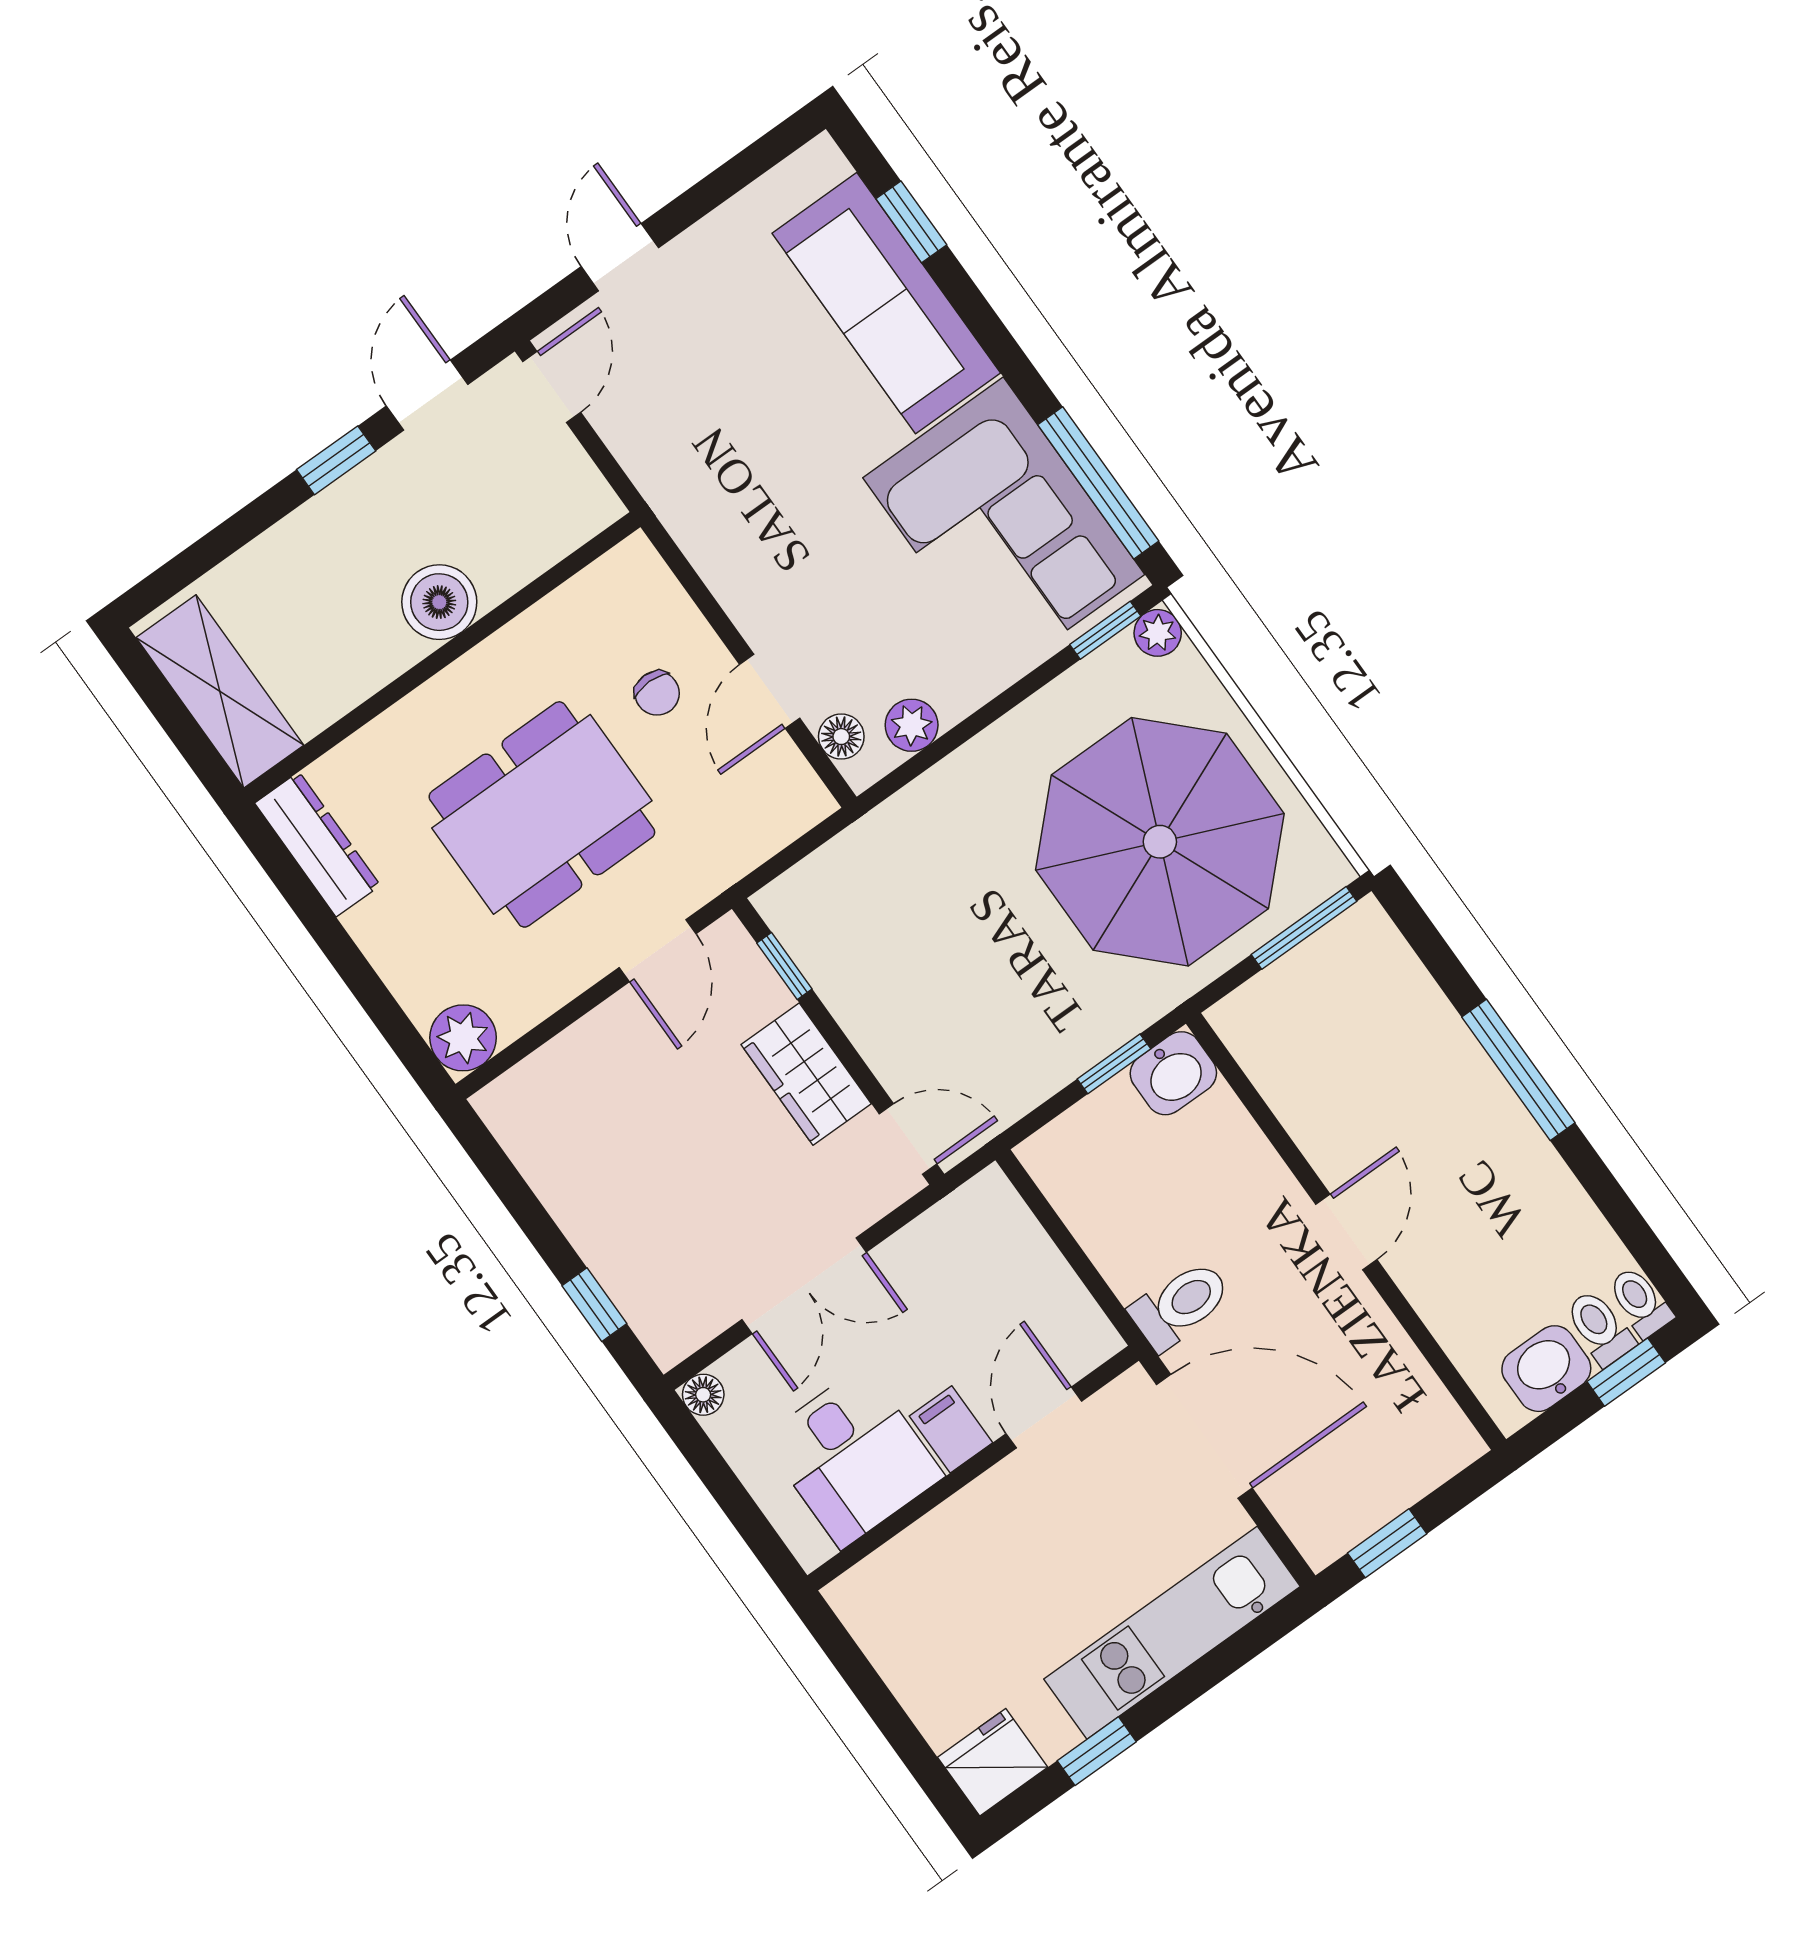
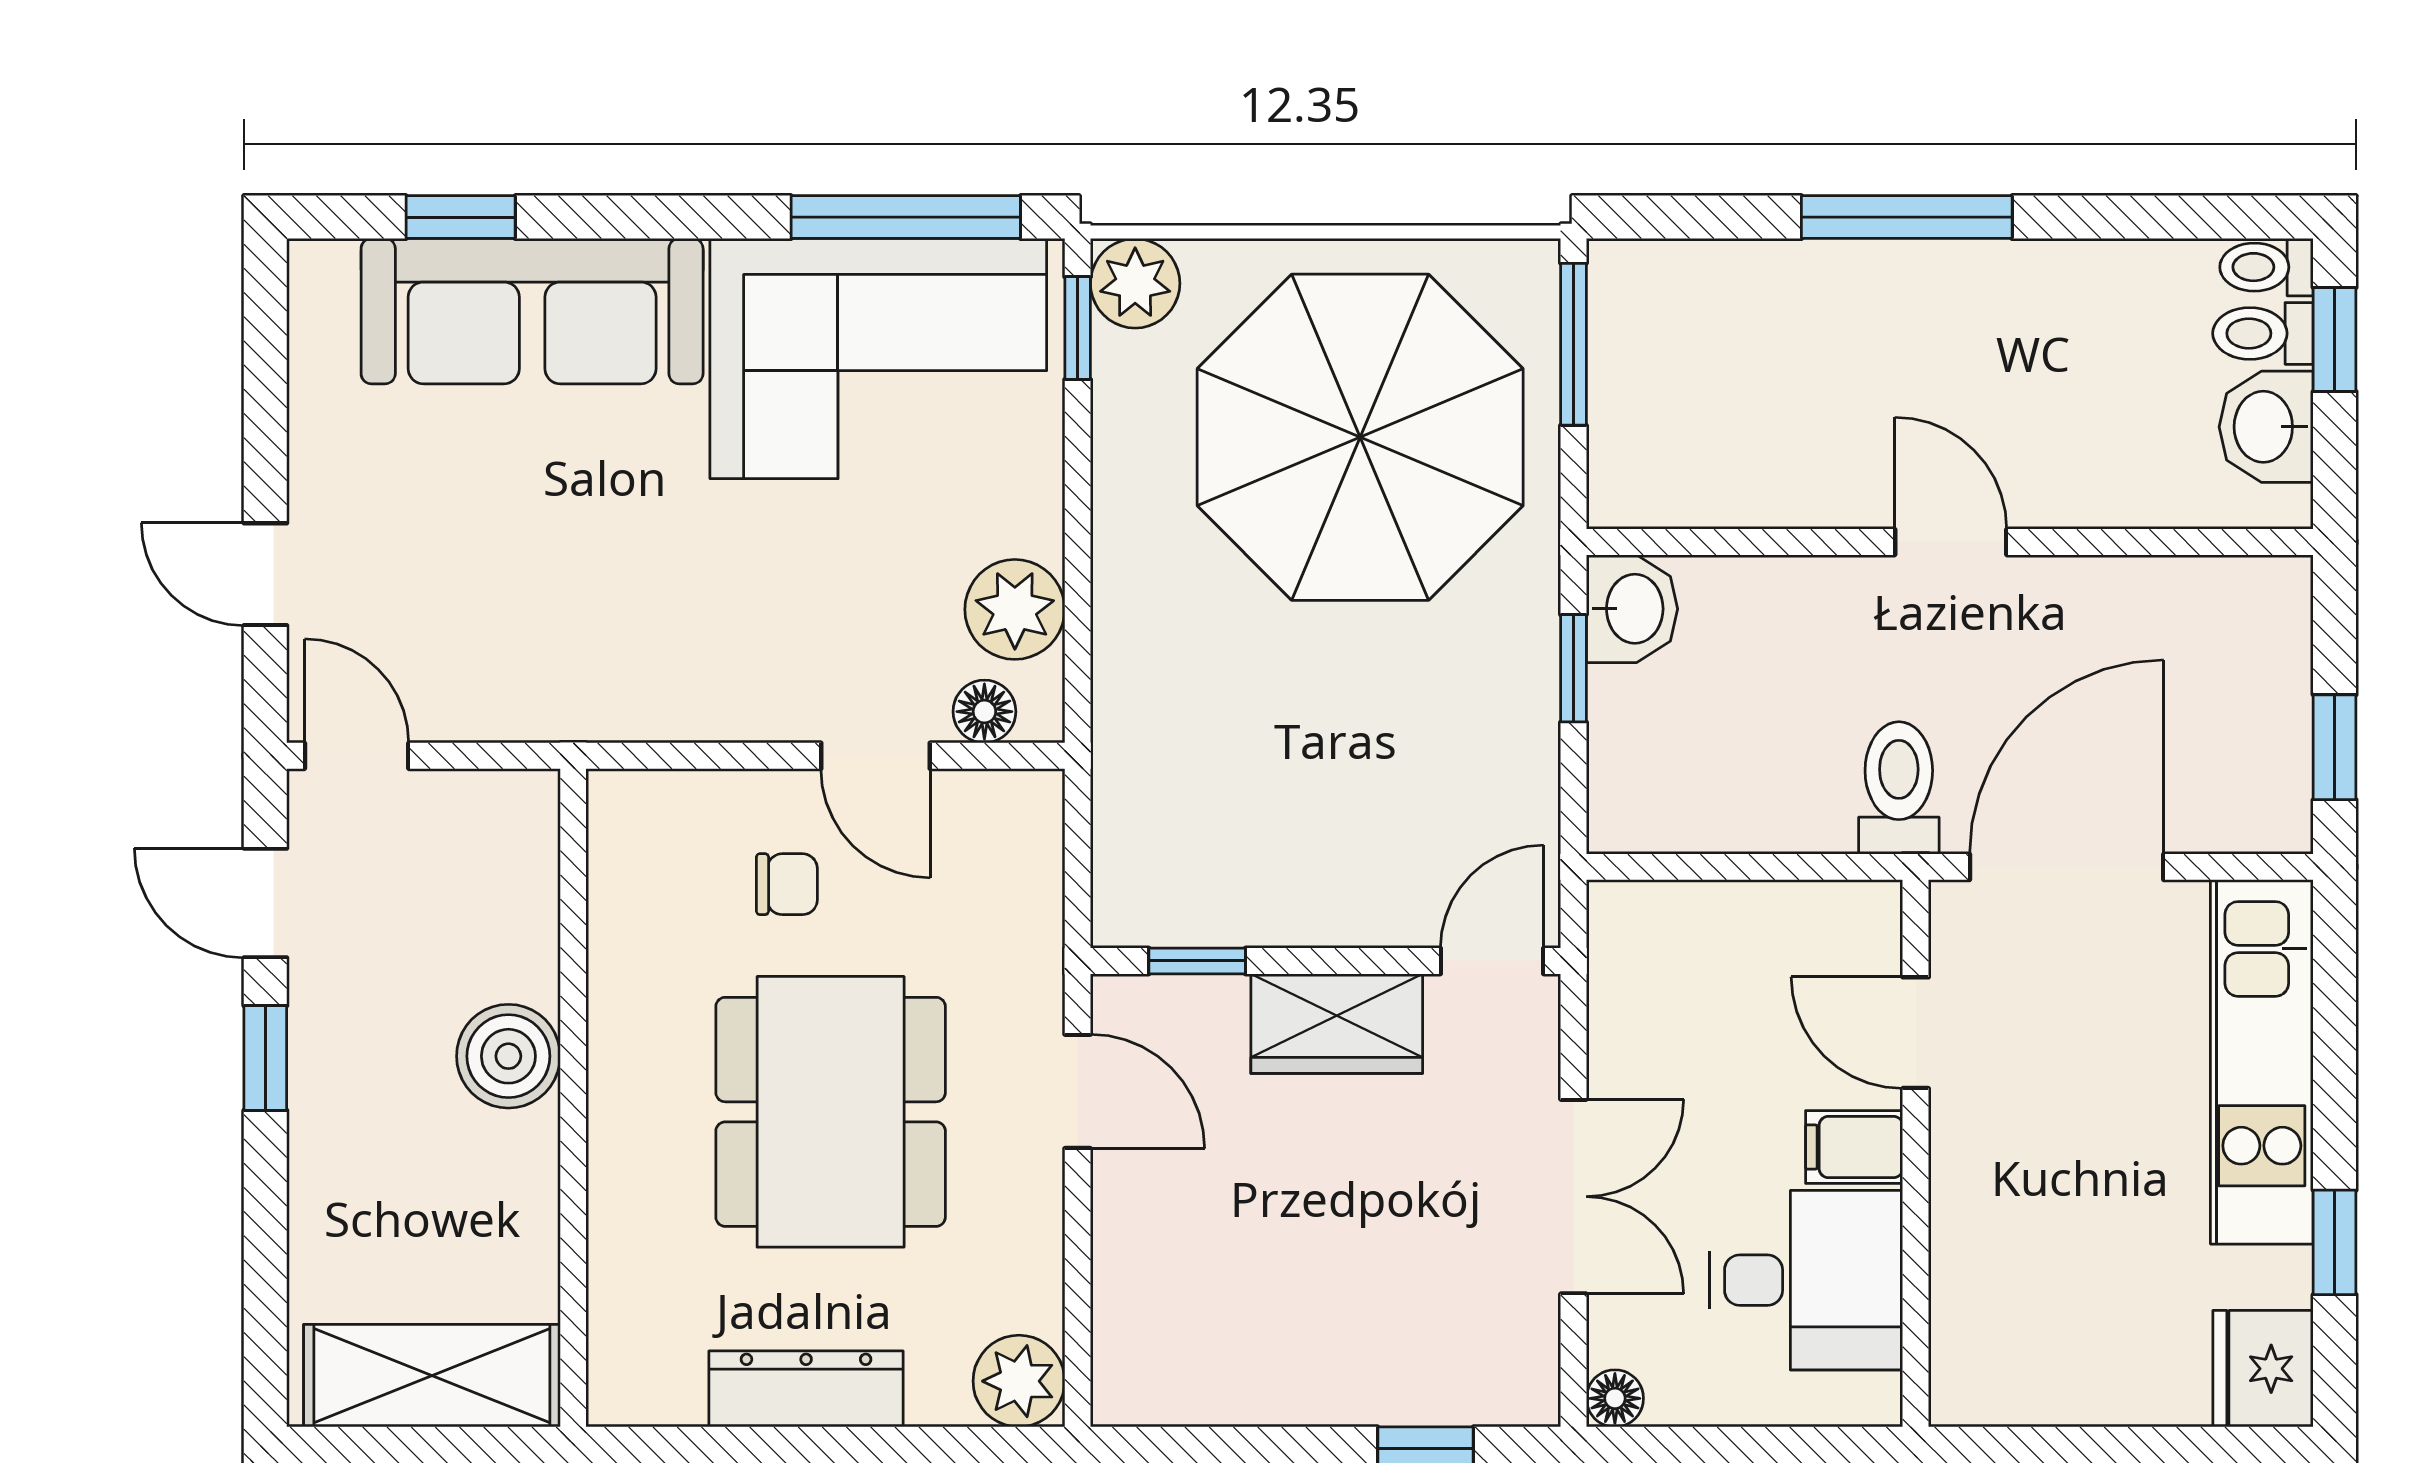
plant: (1158, 633) -> (1135, 283), width x1.38, depth x1.38
plant: (912, 725) -> (1015, 609), width x1.38, depth x1.38
dresser: (317, 844) -> (806, 1389), moved

